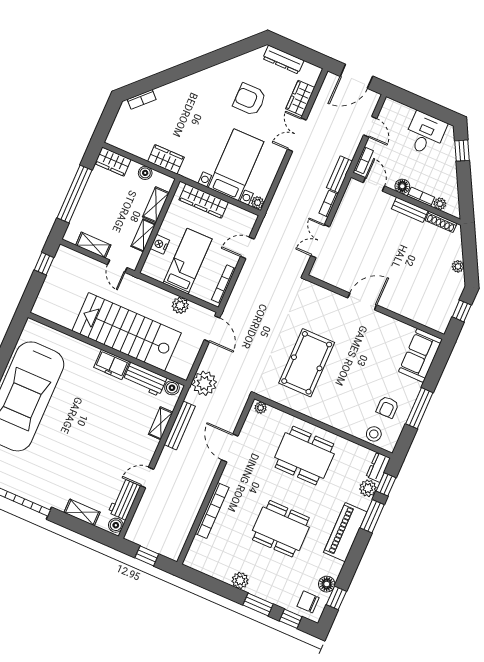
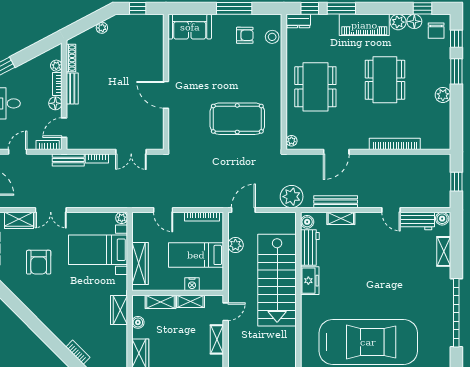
plant: (368, 488) -> (398, 22), moved

